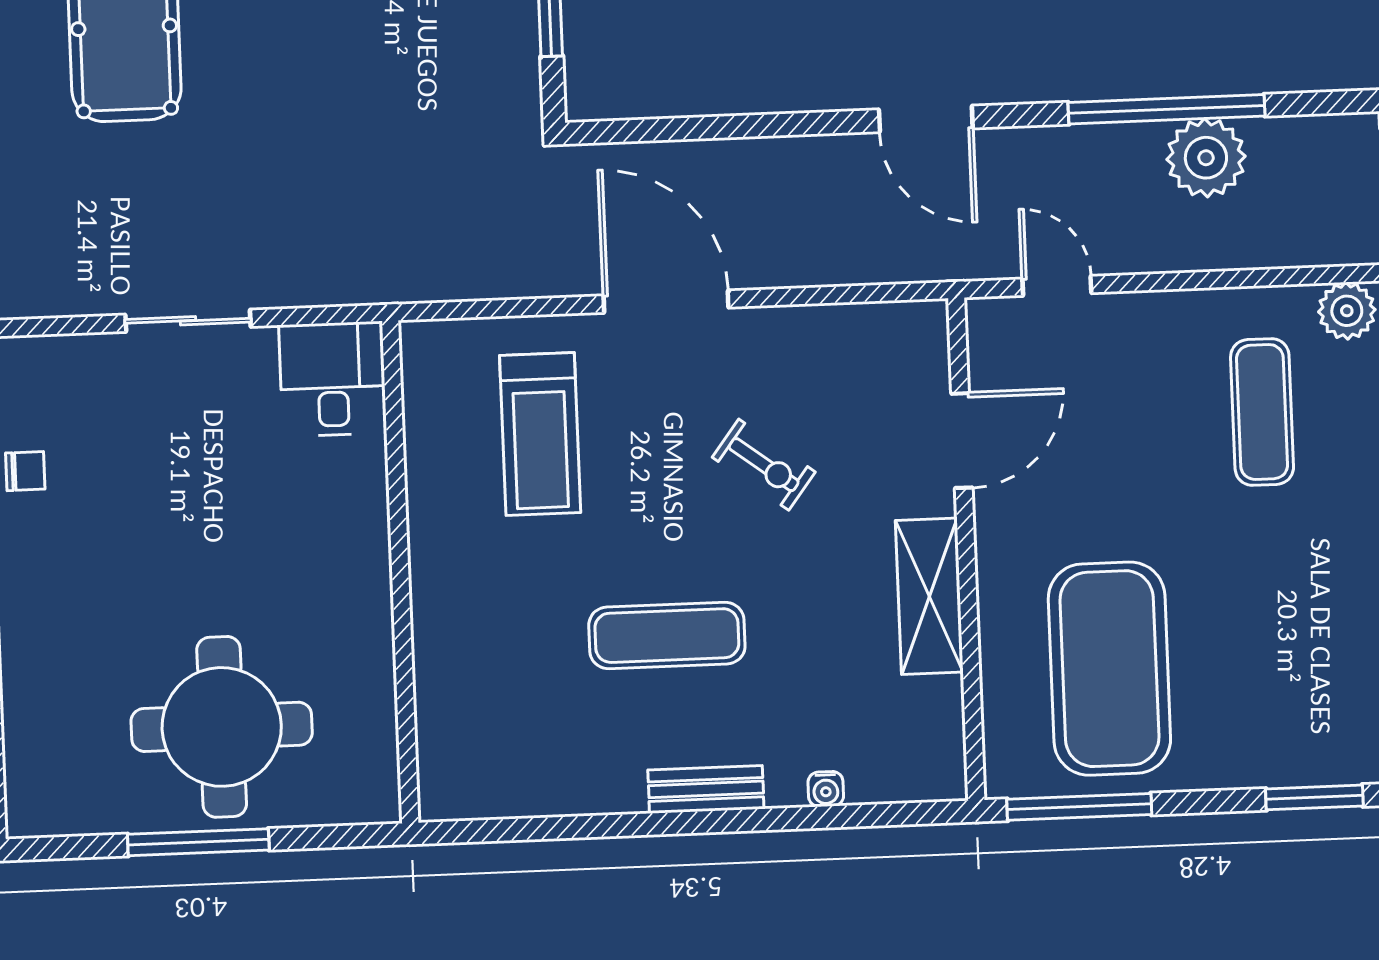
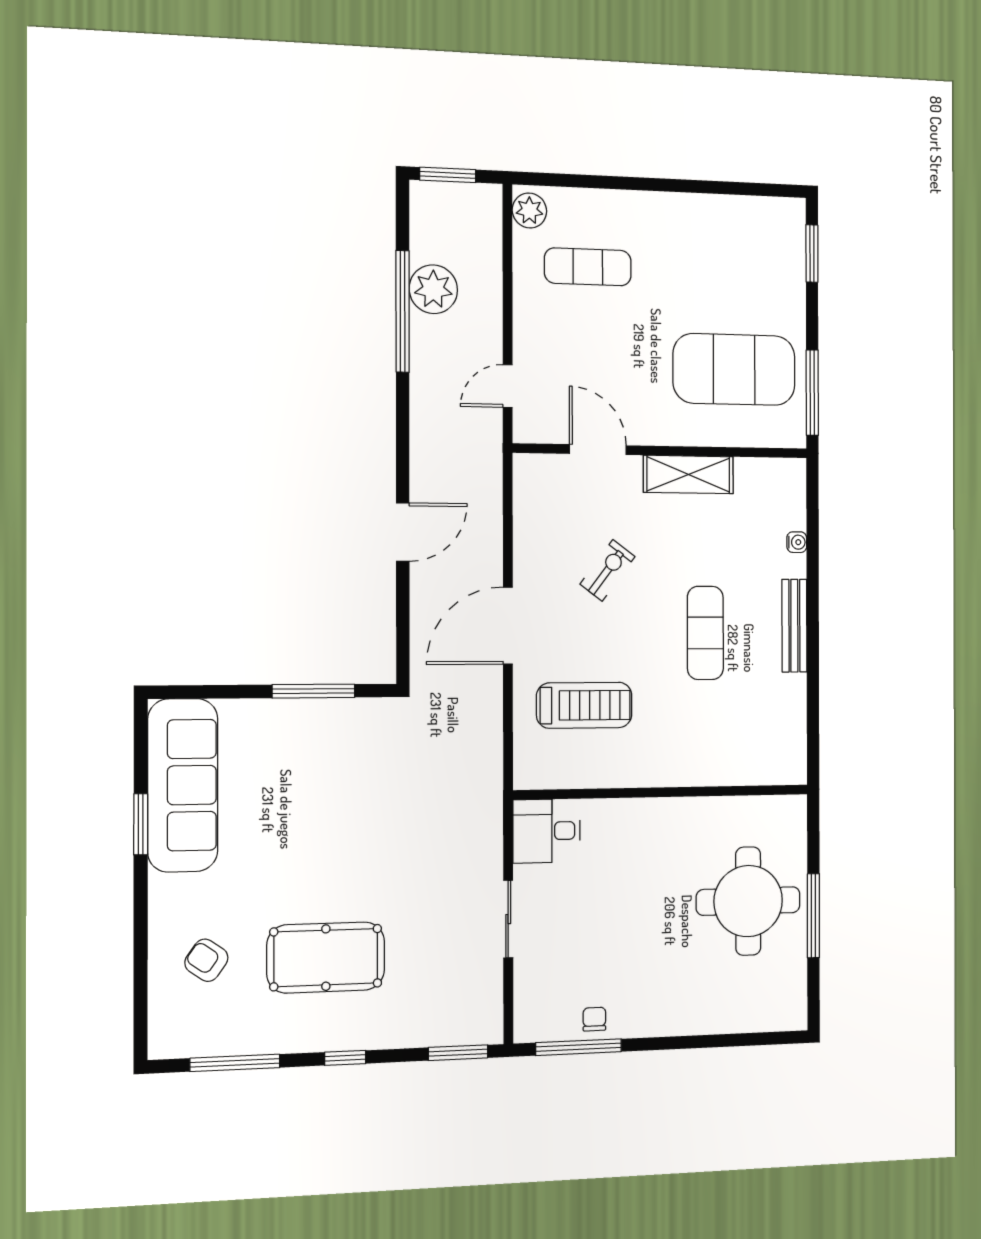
door: (926, 119) -> (403, 532), moved
bench: (706, 789) -> (794, 626), width x1.36

